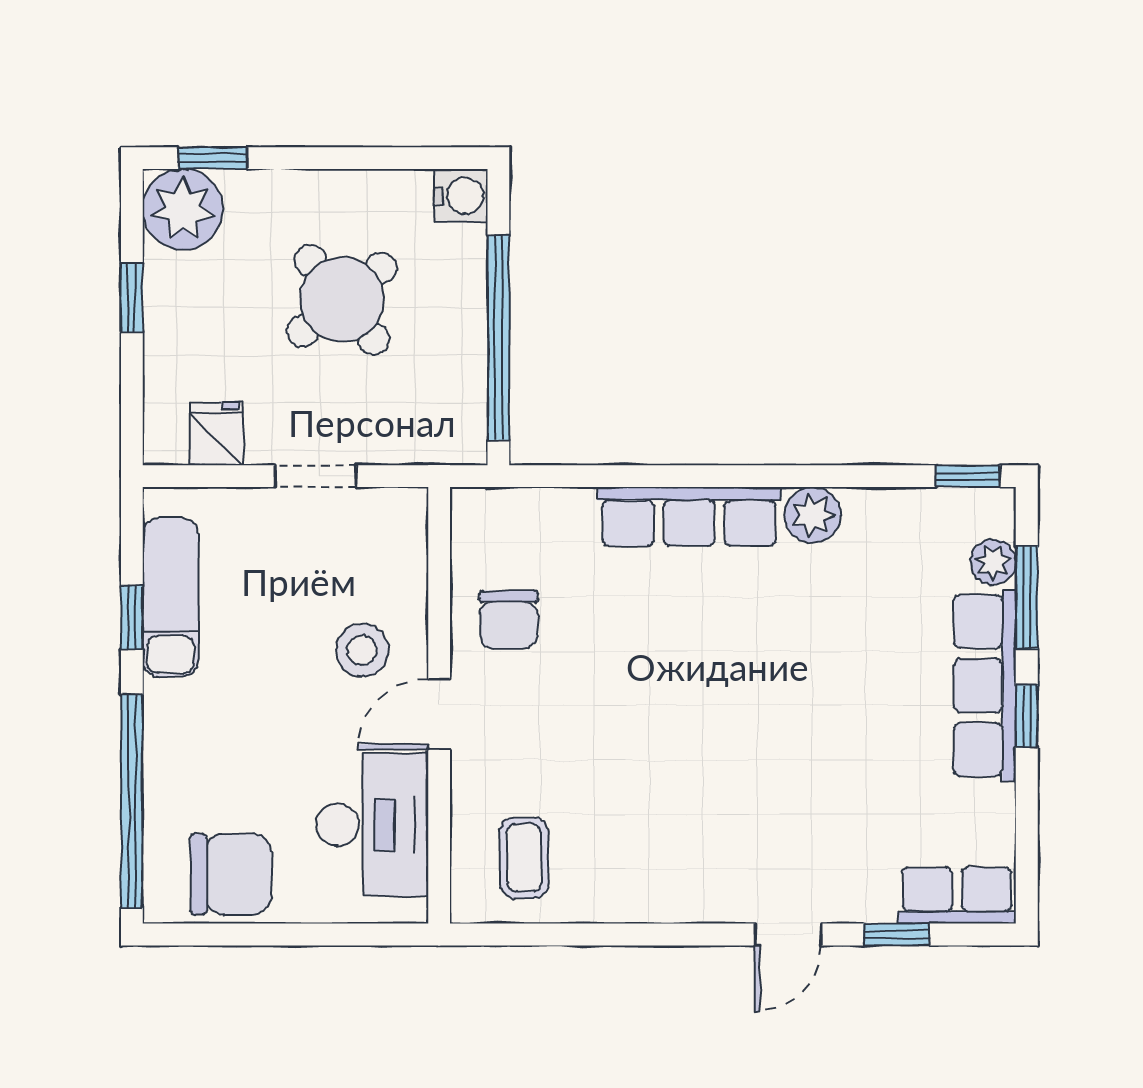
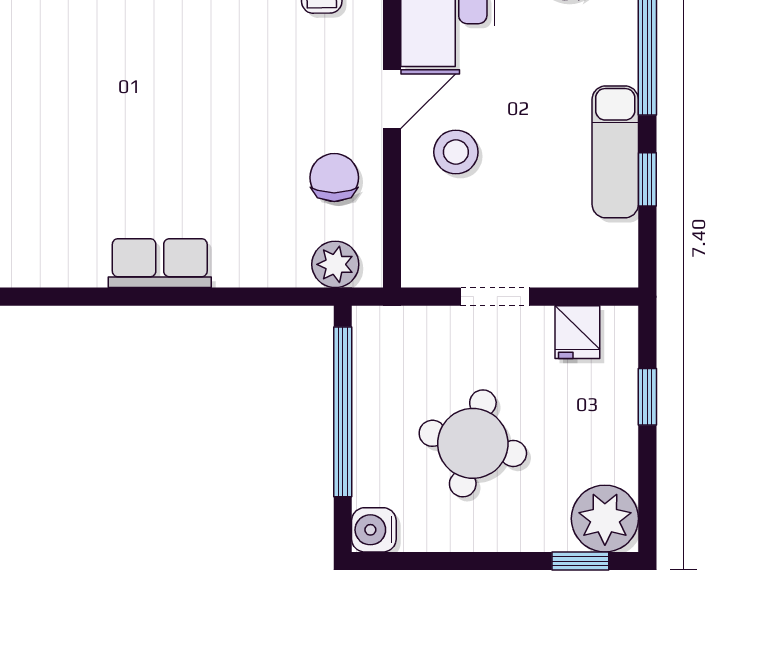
window: (132, 298) -> (647, 397), moved
round table: (342, 300) -> (473, 443), turned -37
plant: (813, 515) -> (335, 264), moved
row of seats: (689, 517) -> (160, 263), width x0.68
exam couch: (170, 597) -> (615, 152), moved

